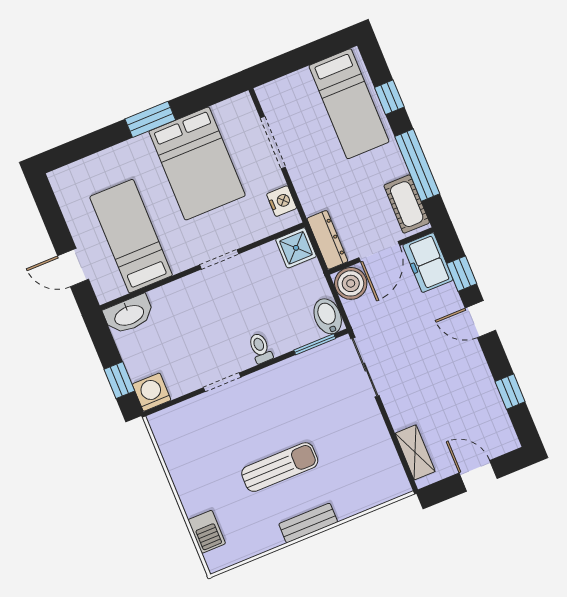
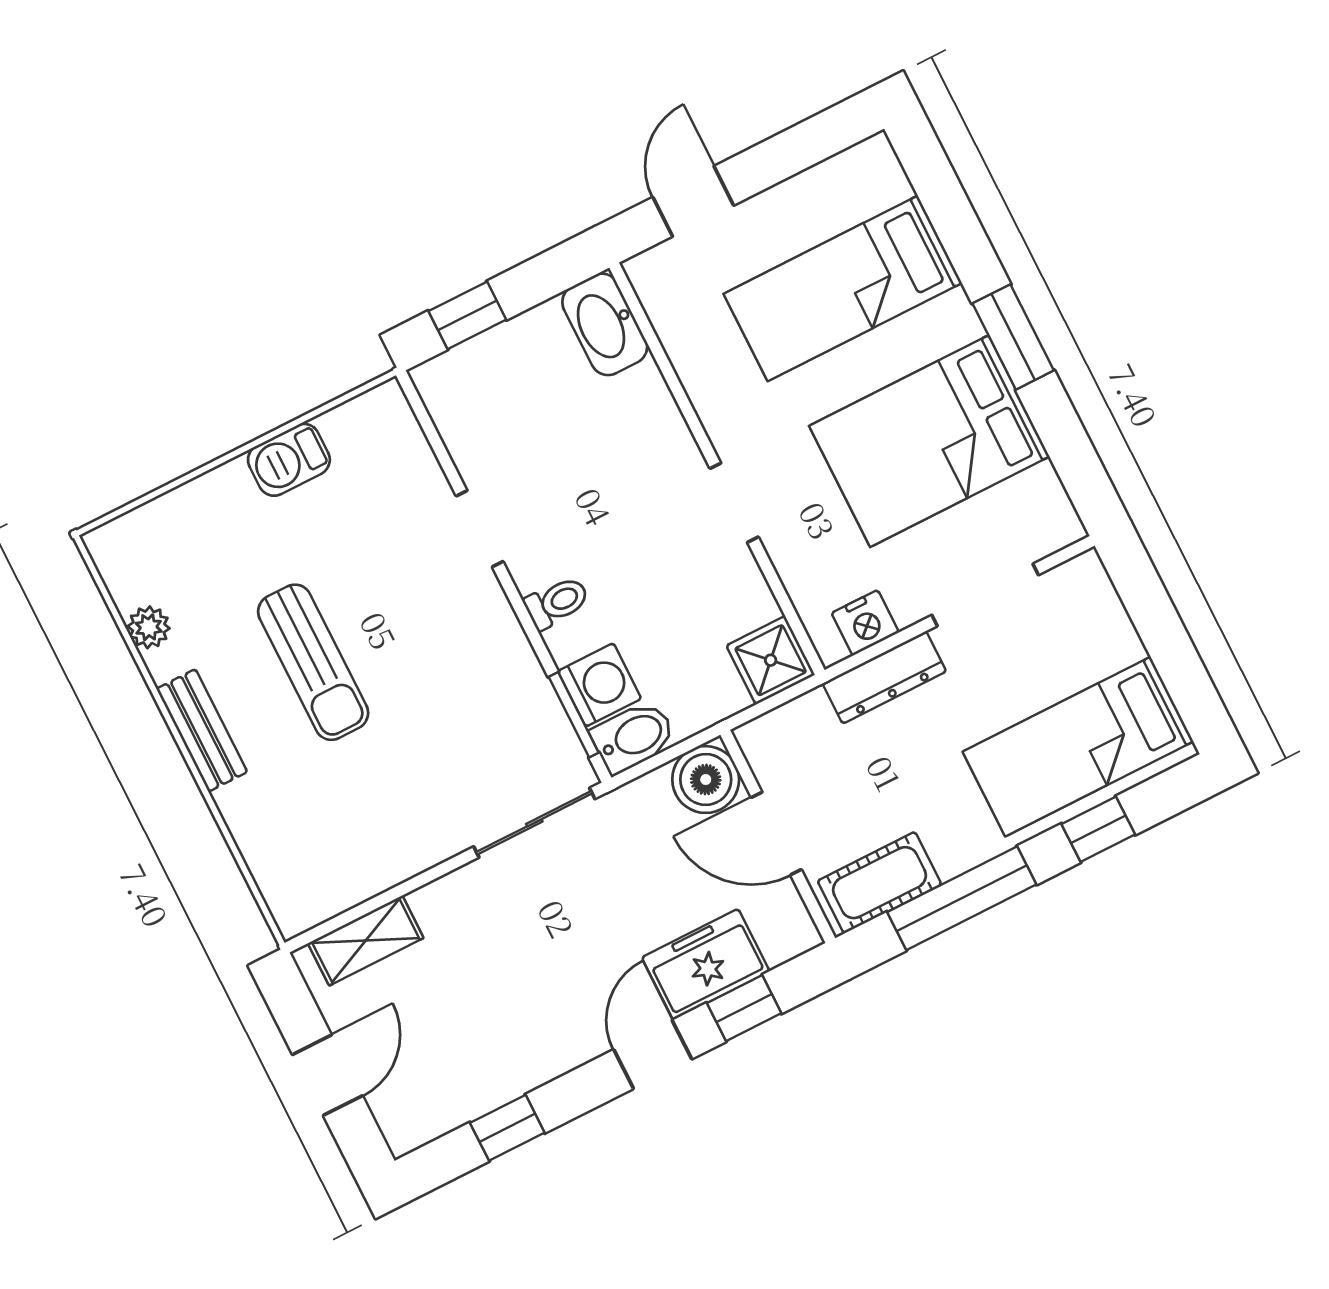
bed: (131, 236) -> (843, 288), moved, turned 180
dresser: (327, 240) -> (884, 677), moved
freezer: (428, 263) -> (706, 964), moved
washing machine: (152, 392) -> (600, 685), moved
barbecue: (207, 532) -> (289, 460), moved
plant: (257, 545) -> (149, 627), added

